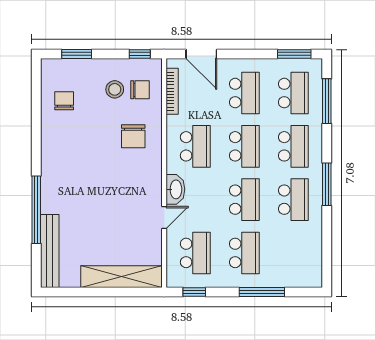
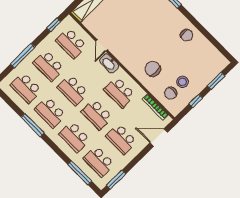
window: (140, 54) -> (196, 101), moved
chair: (64, 101) -> (187, 35), moved
window: (327, 184) -> (33, 125), moved
school desk: (293, 253) -> (26, 88), added

